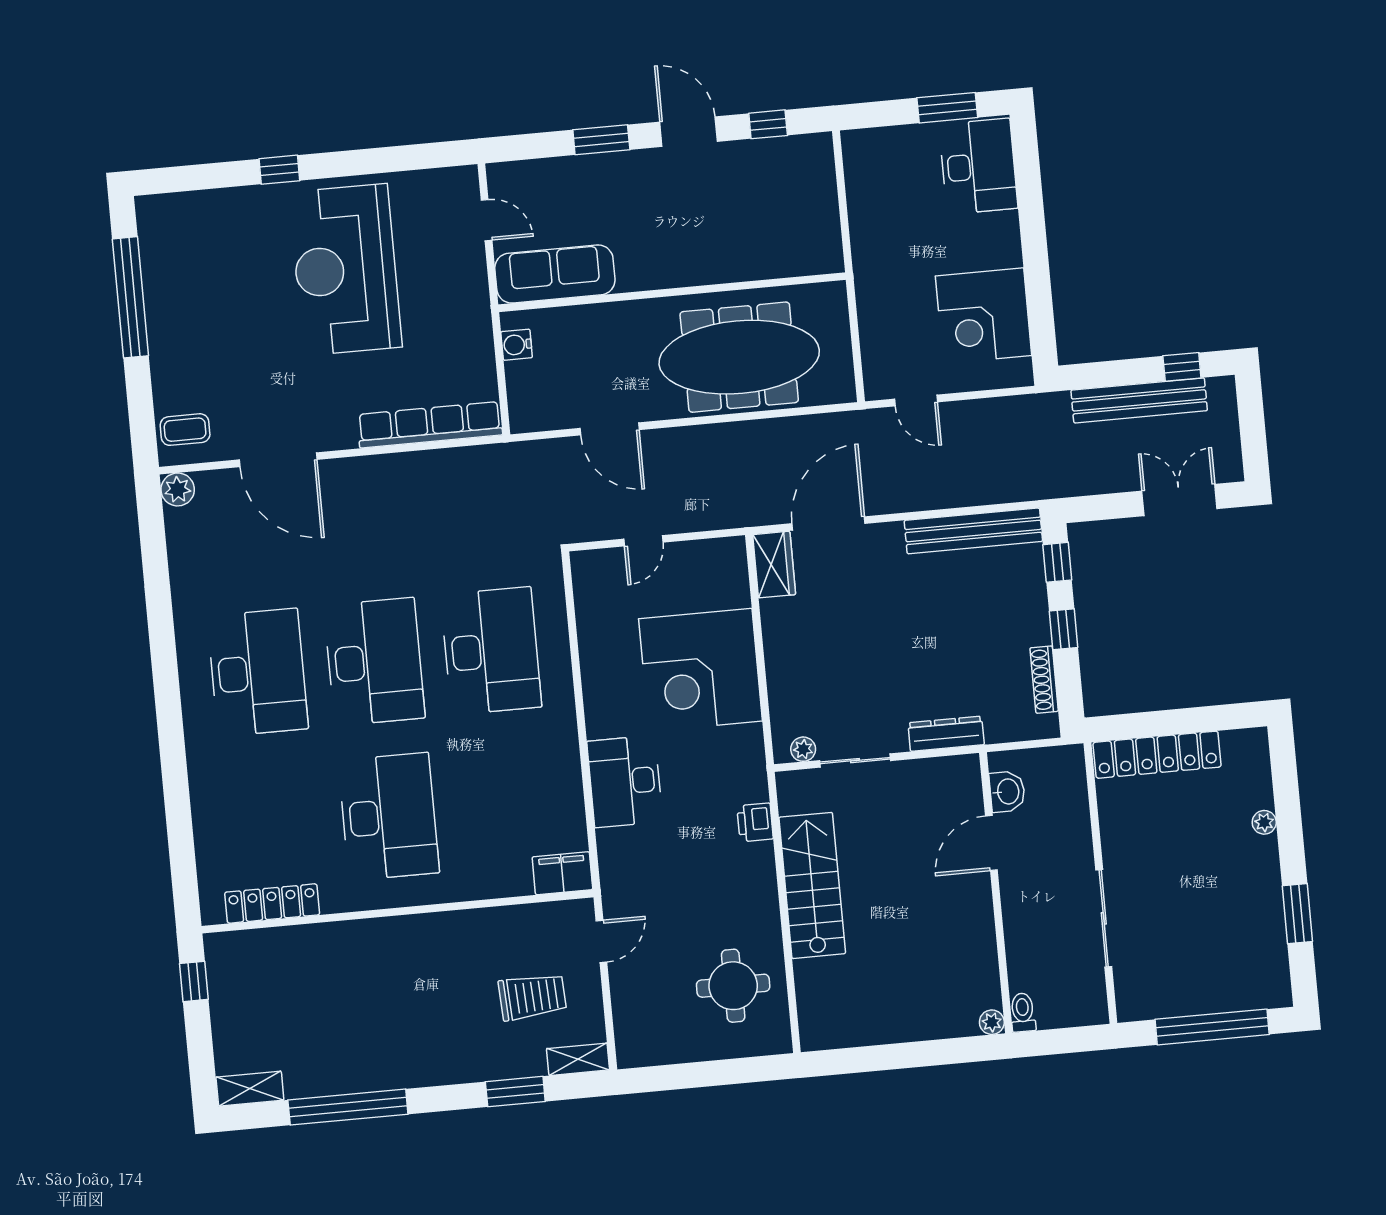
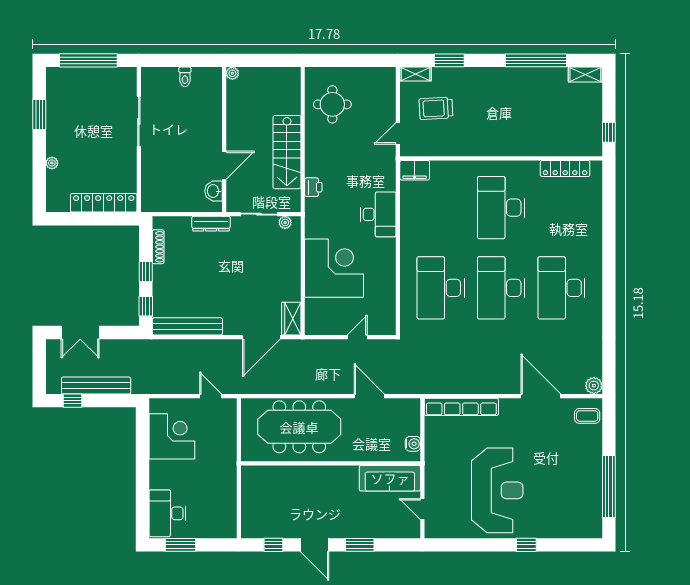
washbasin: (1007, 792) -> (214, 191), moved
door: (991, 843) -> (224, 165), moved
wall: (996, 893) -> (224, 140), moved
plant: (992, 1022) -> (232, 73), moved

